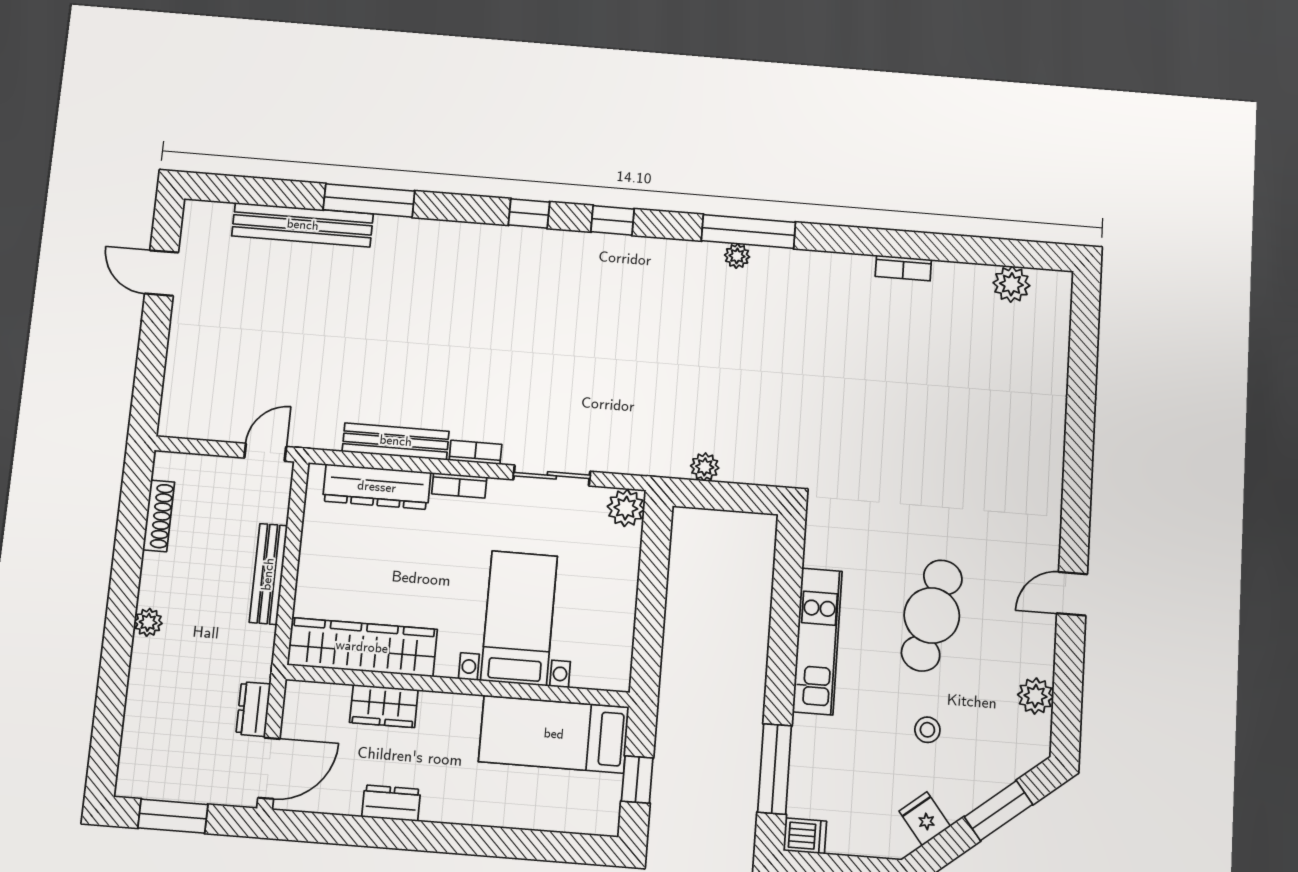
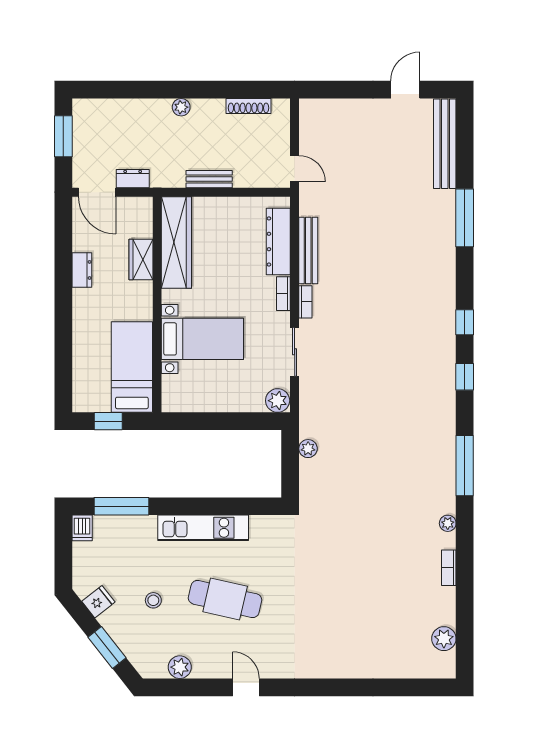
bench: (303, 225) -> (445, 144), moved
plant: (737, 256) -> (448, 523), moved
bench: (268, 574) -> (209, 179), width x0.73

